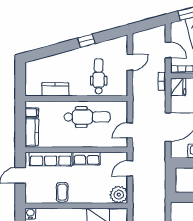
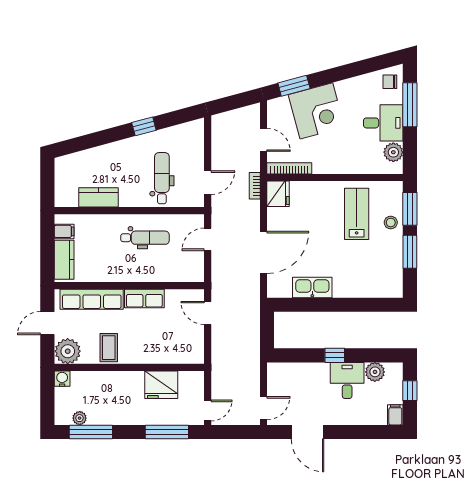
door: (130, 62) -> (208, 183), moved
dental chair: (87, 117) -> (145, 238), width x0.73, depth x0.72
door: (130, 130) -> (208, 239), moved
door: (130, 168) -> (208, 313), hinge flipped
plant: (119, 195) -> (68, 351), moved

